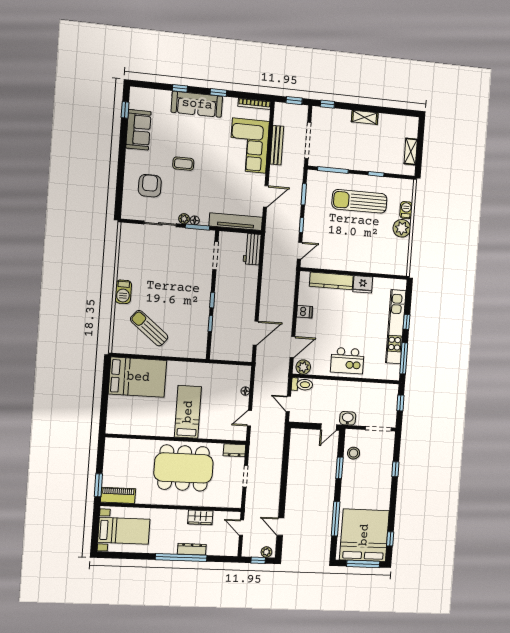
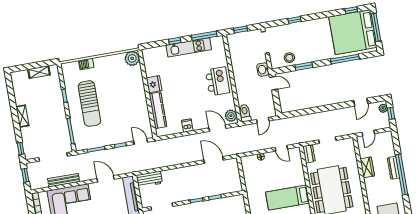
plant: (402, 228) -> (132, 58), moved
kitchen unit: (396, 327) -> (189, 47), width x0.73

